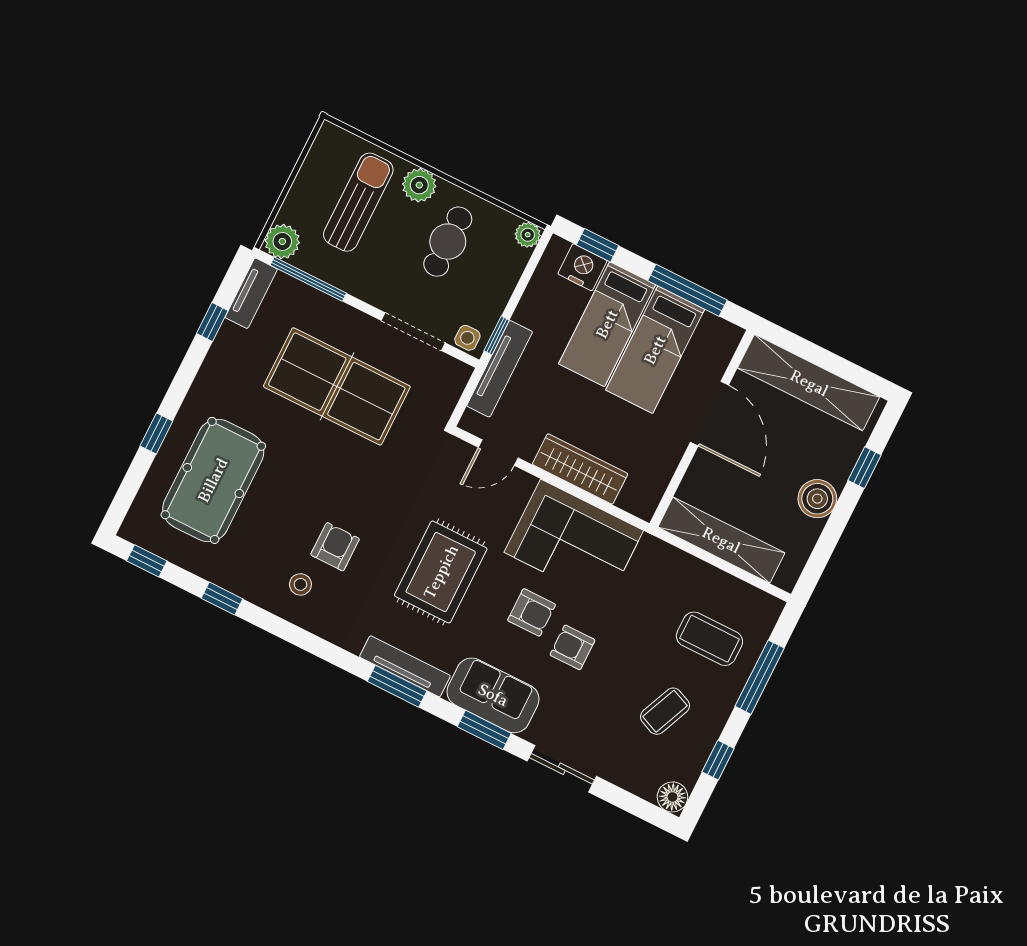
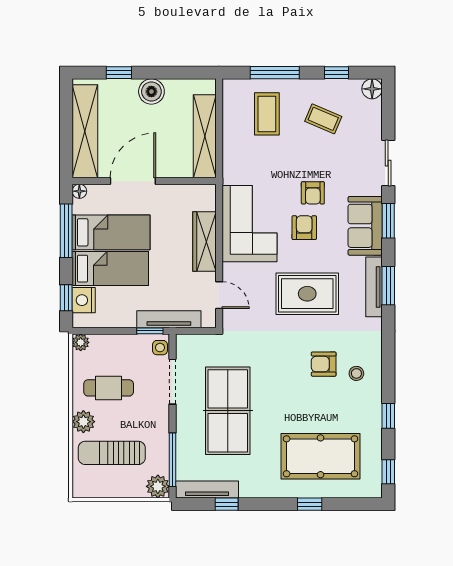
tv unit: (251, 293) -> (207, 489), width x1.41
floor lamp: (732, 335) -> (79, 191), added

